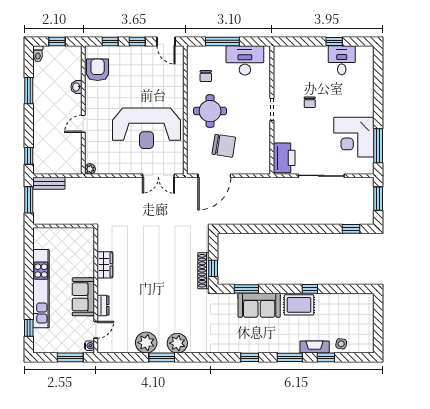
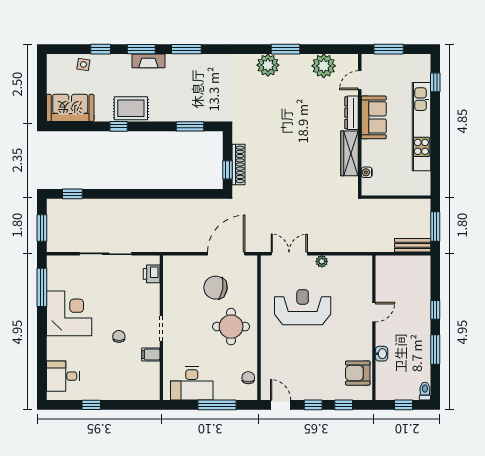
desk: (342, 60) -> (63, 376), moved, turned 90
armchair: (98, 70) -> (358, 373), turned 90
chair: (206, 76) -> (248, 378), moved
filing cabinet: (281, 86) -> (151, 355), added
reception desk: (147, 128) -> (303, 307), width x0.74, depth x0.77
corner desk: (354, 137) -> (69, 313), moved
window: (29, 156) -> (435, 310), moved
printer: (284, 158) -> (152, 274), width x0.53, depth x0.68
plant: (90, 169) -> (322, 261), moved
wardrobe: (105, 265) -> (349, 153), width x1.50
window: (213, 268) -> (228, 170), moved
shoe rack: (203, 271) -> (239, 164), moved
sofa: (259, 305) -> (70, 108), moved
dresser: (103, 306) -> (352, 113), width x1.44
plant: (146, 343) -> (324, 66), moved
water cooler: (90, 346) -> (367, 172), moved
fireplace: (315, 347) -> (148, 61), moved
window: (250, 357) -> (186, 49), width x1.50

